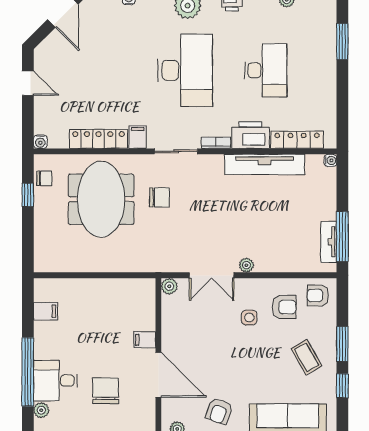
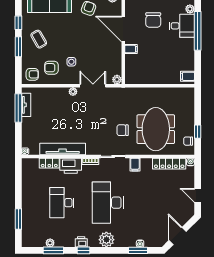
locker: (99, 139) -> (169, 164), moved
locker: (297, 140) -> (49, 163), width x0.66
filing cabinet: (45, 311) -> (187, 76), moved

